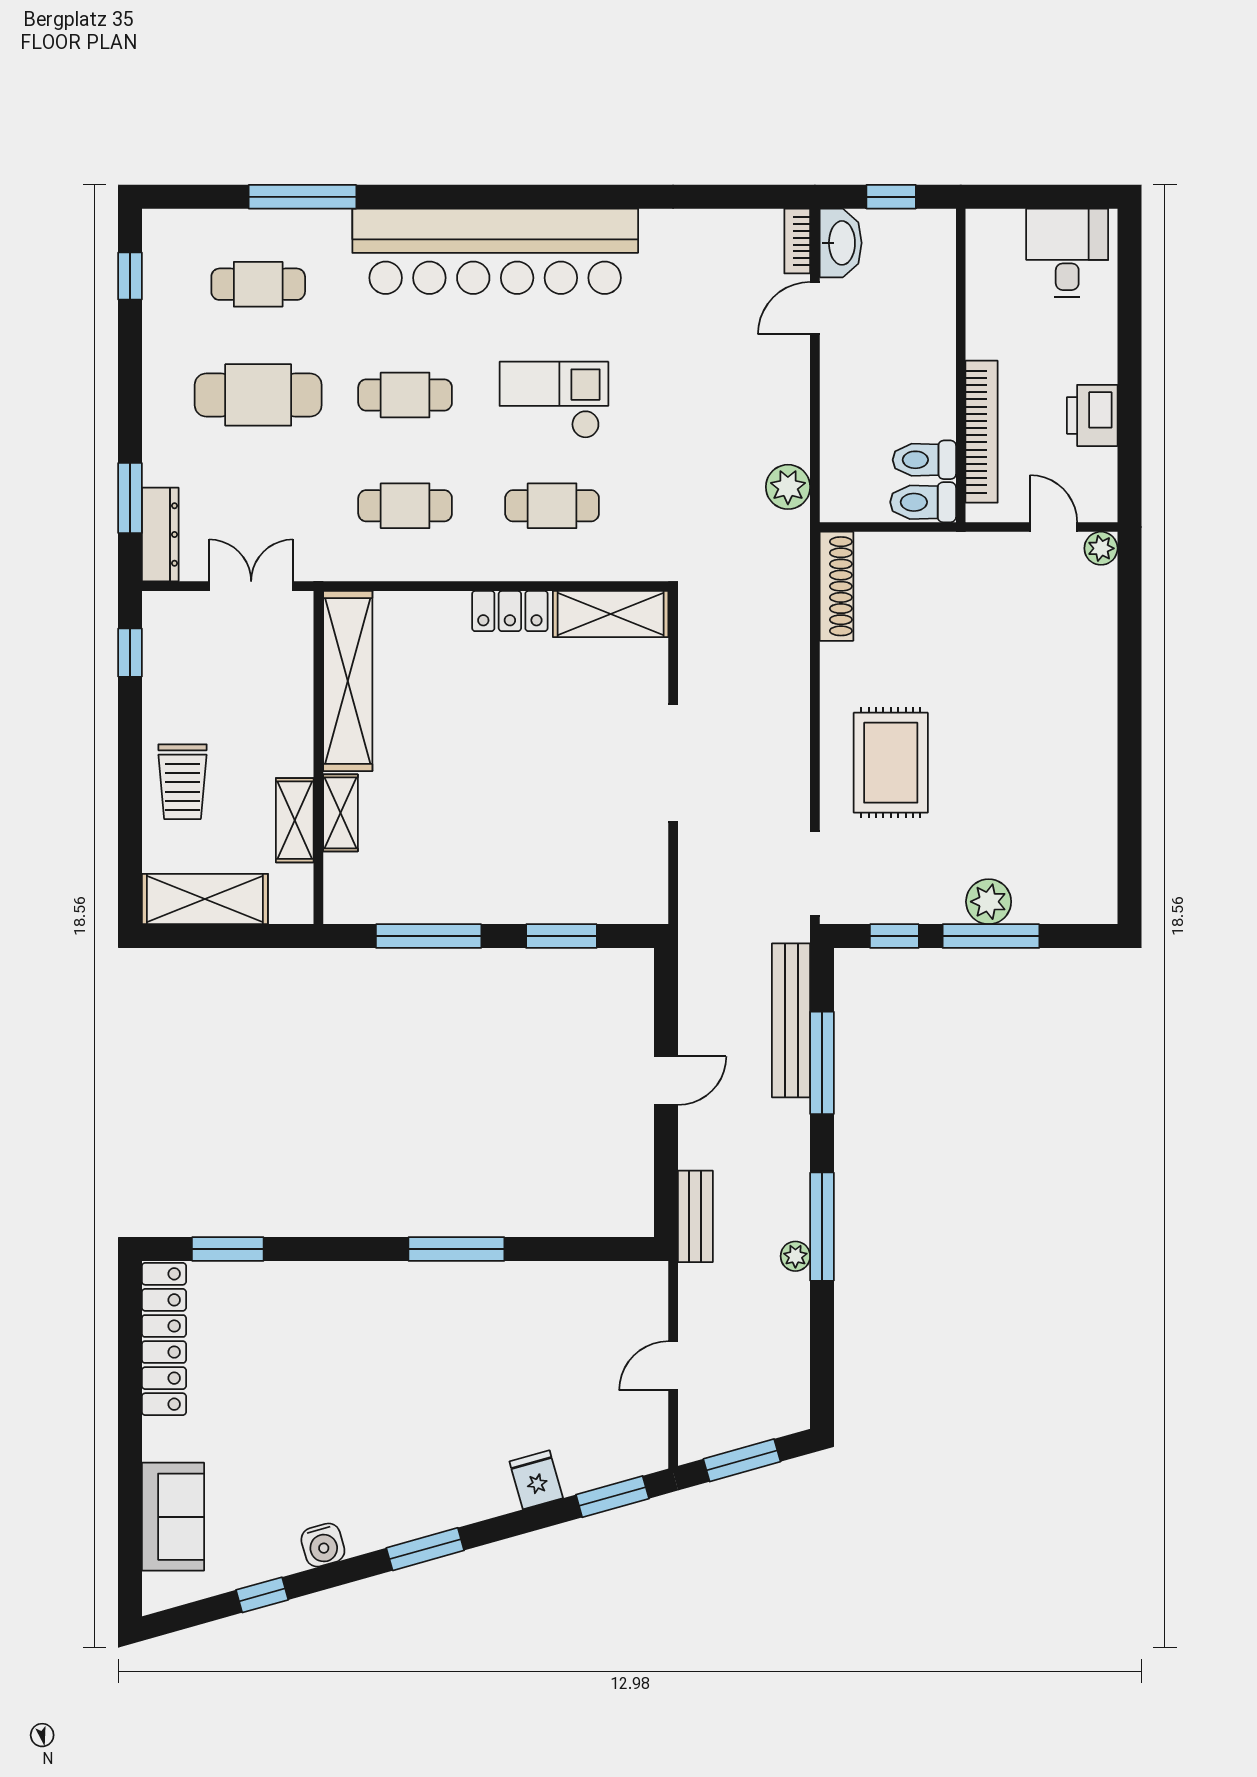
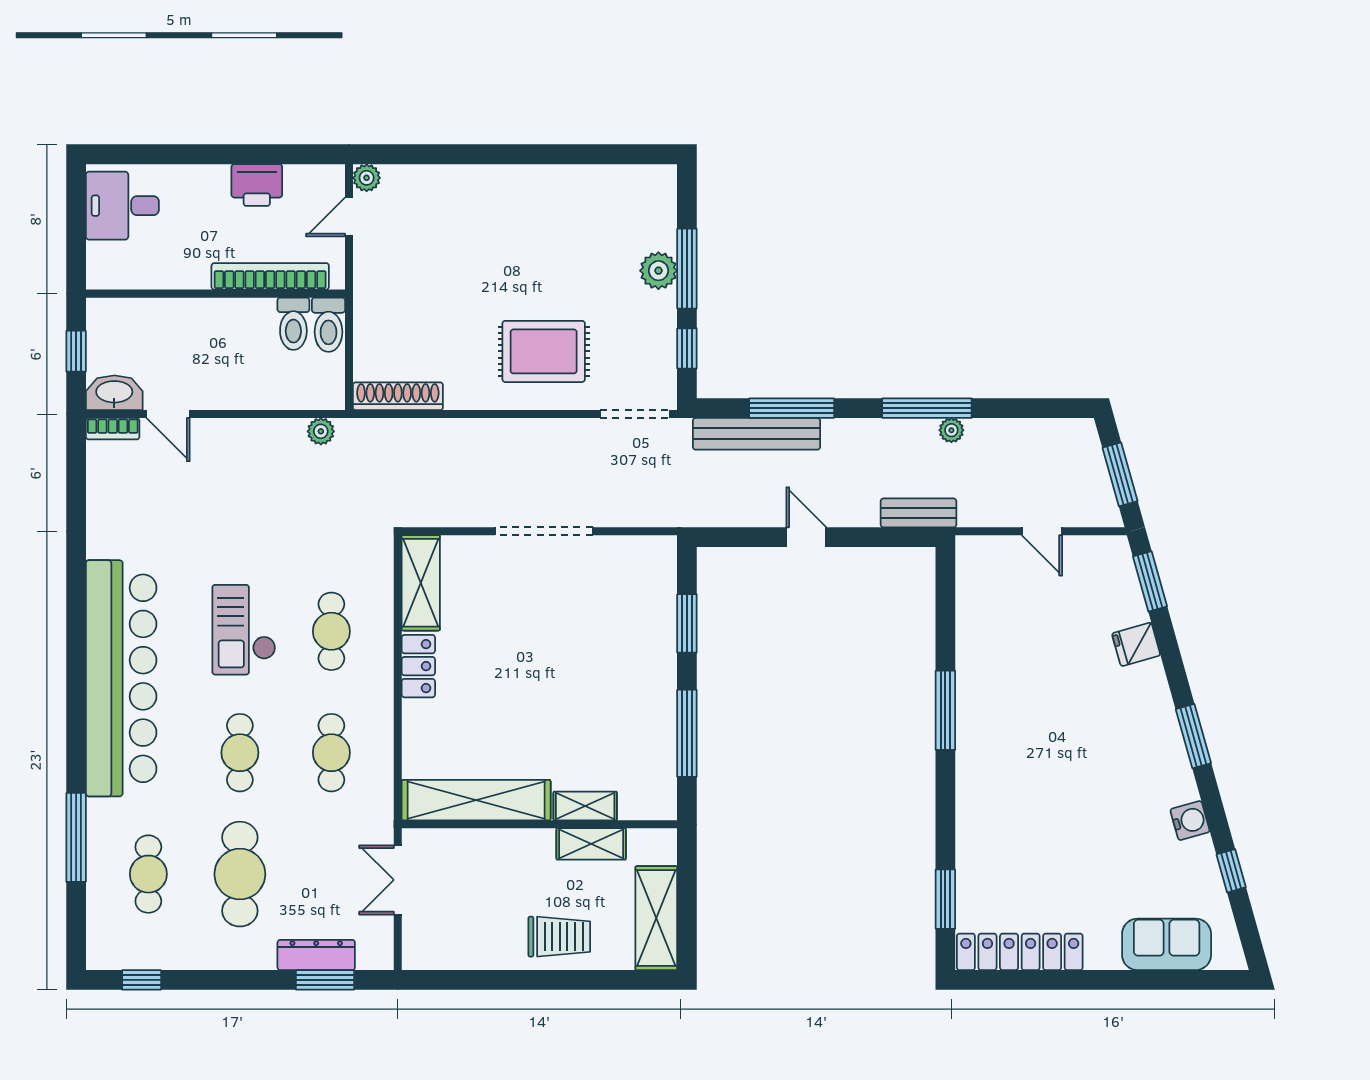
plant: (788, 487) -> (321, 431), width x0.73, depth x0.73
dresser: (160, 534) -> (316, 955), moved
window: (130, 653) -> (453, 980), removed

